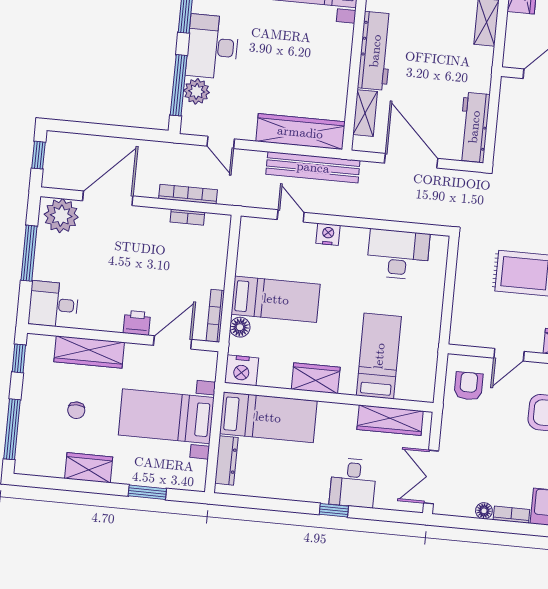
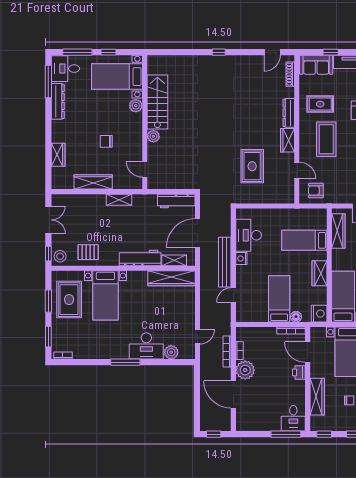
window: (179, 85) -> (169, 362), removed
wardrobe: (300, 132) -> (172, 278), moved, turned -90
bench: (313, 167) -> (225, 262), moved
plant: (61, 216) -> (245, 370), moved
nightstand: (328, 234) -> (241, 258), moved
window: (29, 253) -> (286, 434), moved

